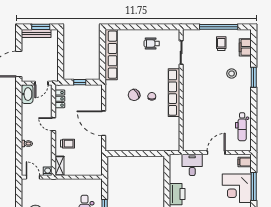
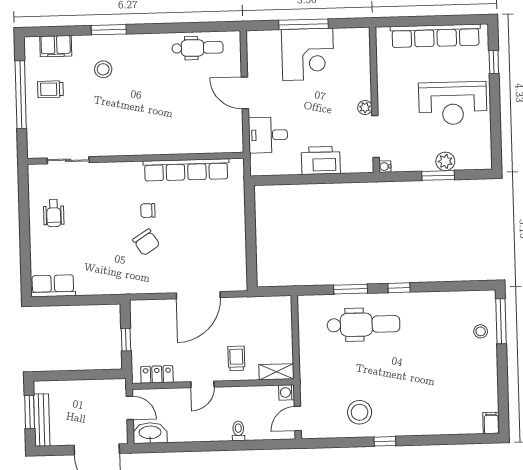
row of seats: (111, 55) -> (53, 286), width x0.50
row of seats: (174, 93) -> (186, 170), moved
filing cabinet: (245, 162) -> (260, 42), removed

